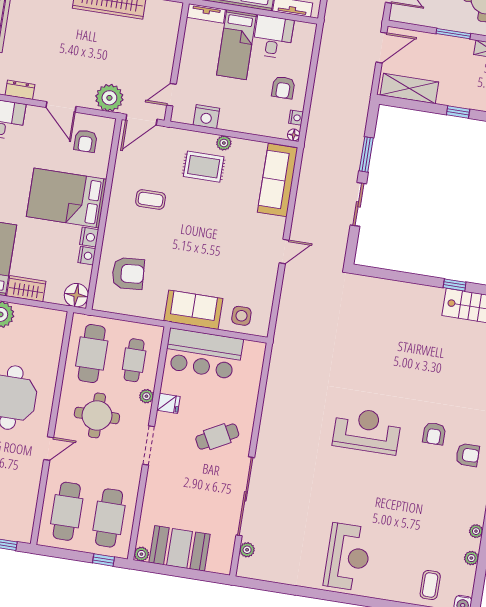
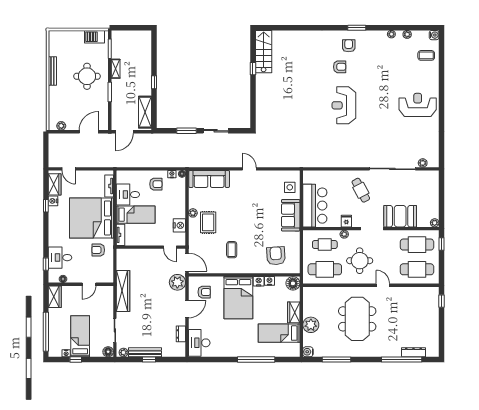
door: (381, 48) -> (124, 132), swing flipped
booth: (180, 548) -> (400, 216), moved, turned 90

